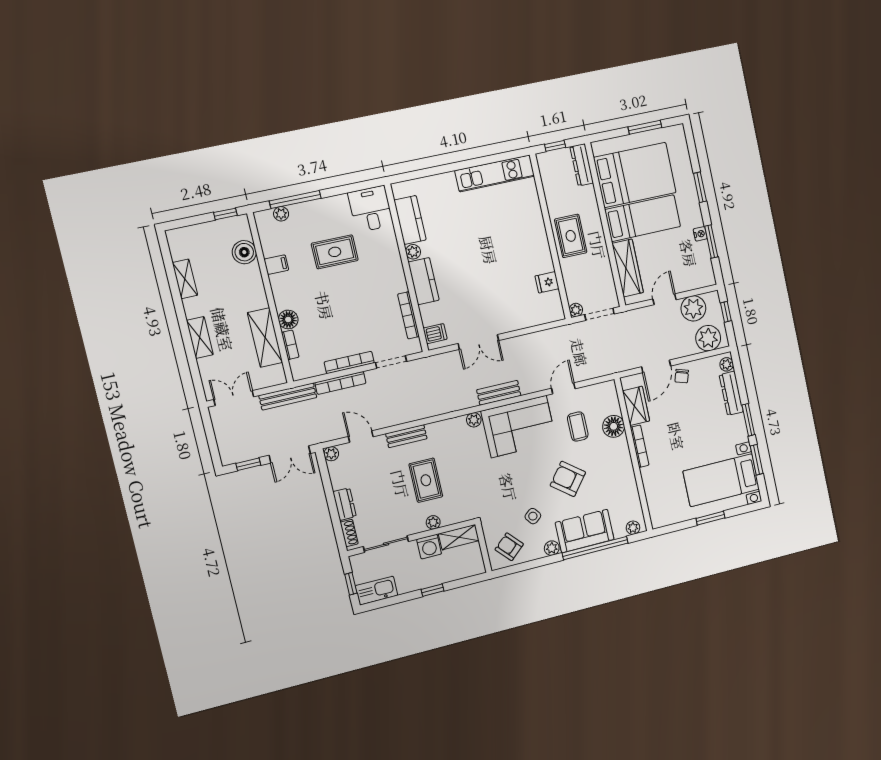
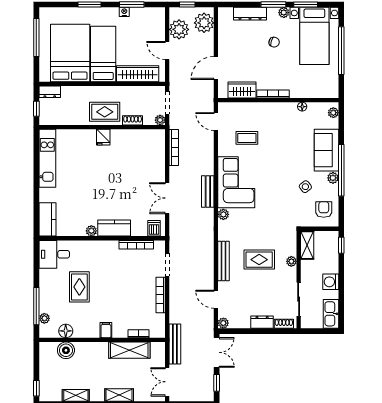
window: (645, 127) -> (36, 37), width x1.44
dresser: (582, 165) -> (50, 92), width x0.70
window: (225, 214) -> (36, 388), moved
kitchen counter: (410, 220) -> (48, 219), moved, turned 90
filing cabinet: (276, 265) -> (106, 330), moved
shoe rack: (568, 274) -> (133, 120), added
fridge: (547, 282) -> (103, 137), moved
floor lamp: (288, 319) -> (66, 331), moved
double door: (478, 342) -> (167, 198), swing flipped
plant: (727, 364) -> (284, 13), moved
door: (656, 366) -> (216, 68), swing flipped
chair: (682, 376) -> (274, 42), moved
bookcase: (340, 383) -> (174, 148), moved
door: (563, 388) -> (216, 122), moved
floor lamp: (614, 426) -> (302, 107), moved, width x0.53, depth x0.53
bench: (406, 436) -> (224, 261), width x1.36
door: (361, 437) -> (216, 299), hinge flipped
armchair: (568, 479) -> (284, 154), removed
window: (711, 518) -> (341, 51), width x2.11
washing machine: (429, 547) -> (331, 282), moved, turned 180
armchair: (509, 547) -> (324, 209), turned 132
window: (595, 548) -> (341, 170), moved
window: (351, 584) -> (321, 331), removed
window: (433, 590) -> (341, 245), moved

